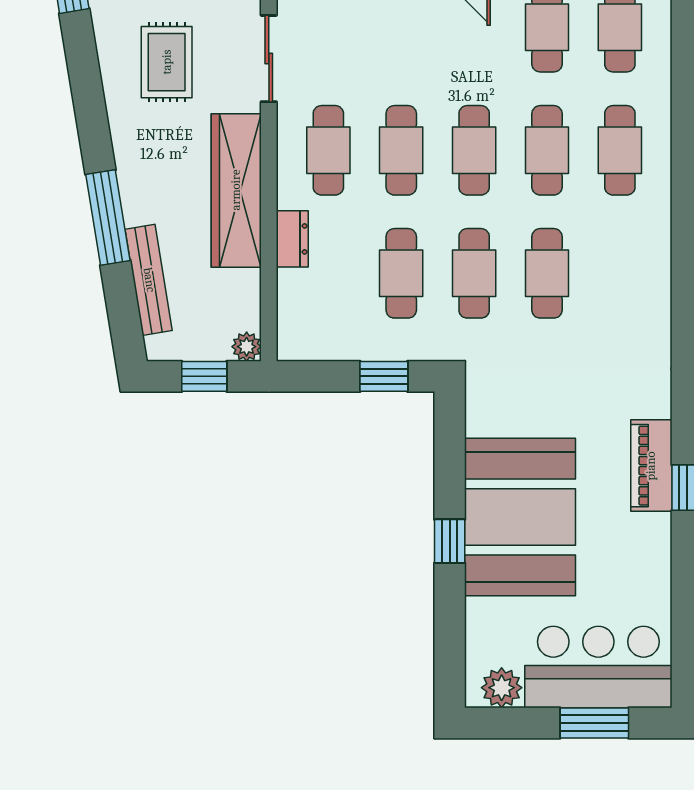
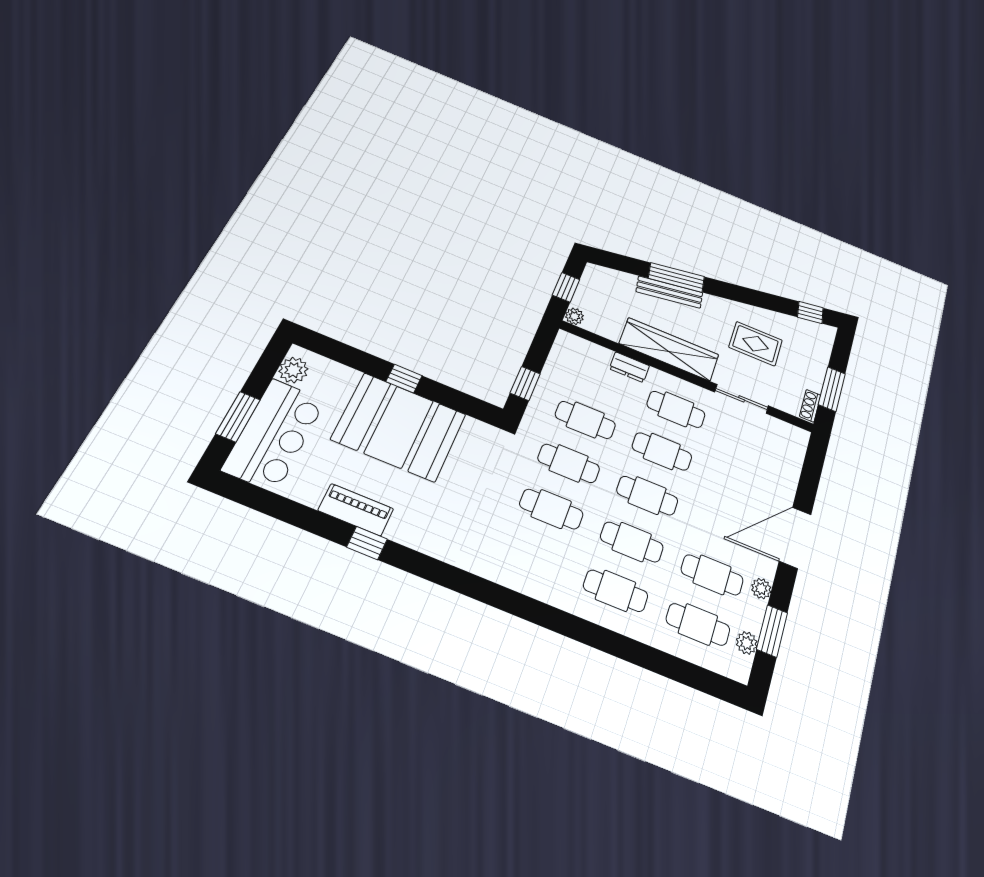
bench: (149, 280) -> (669, 292), moved
piano: (651, 466) -> (356, 510), moved

